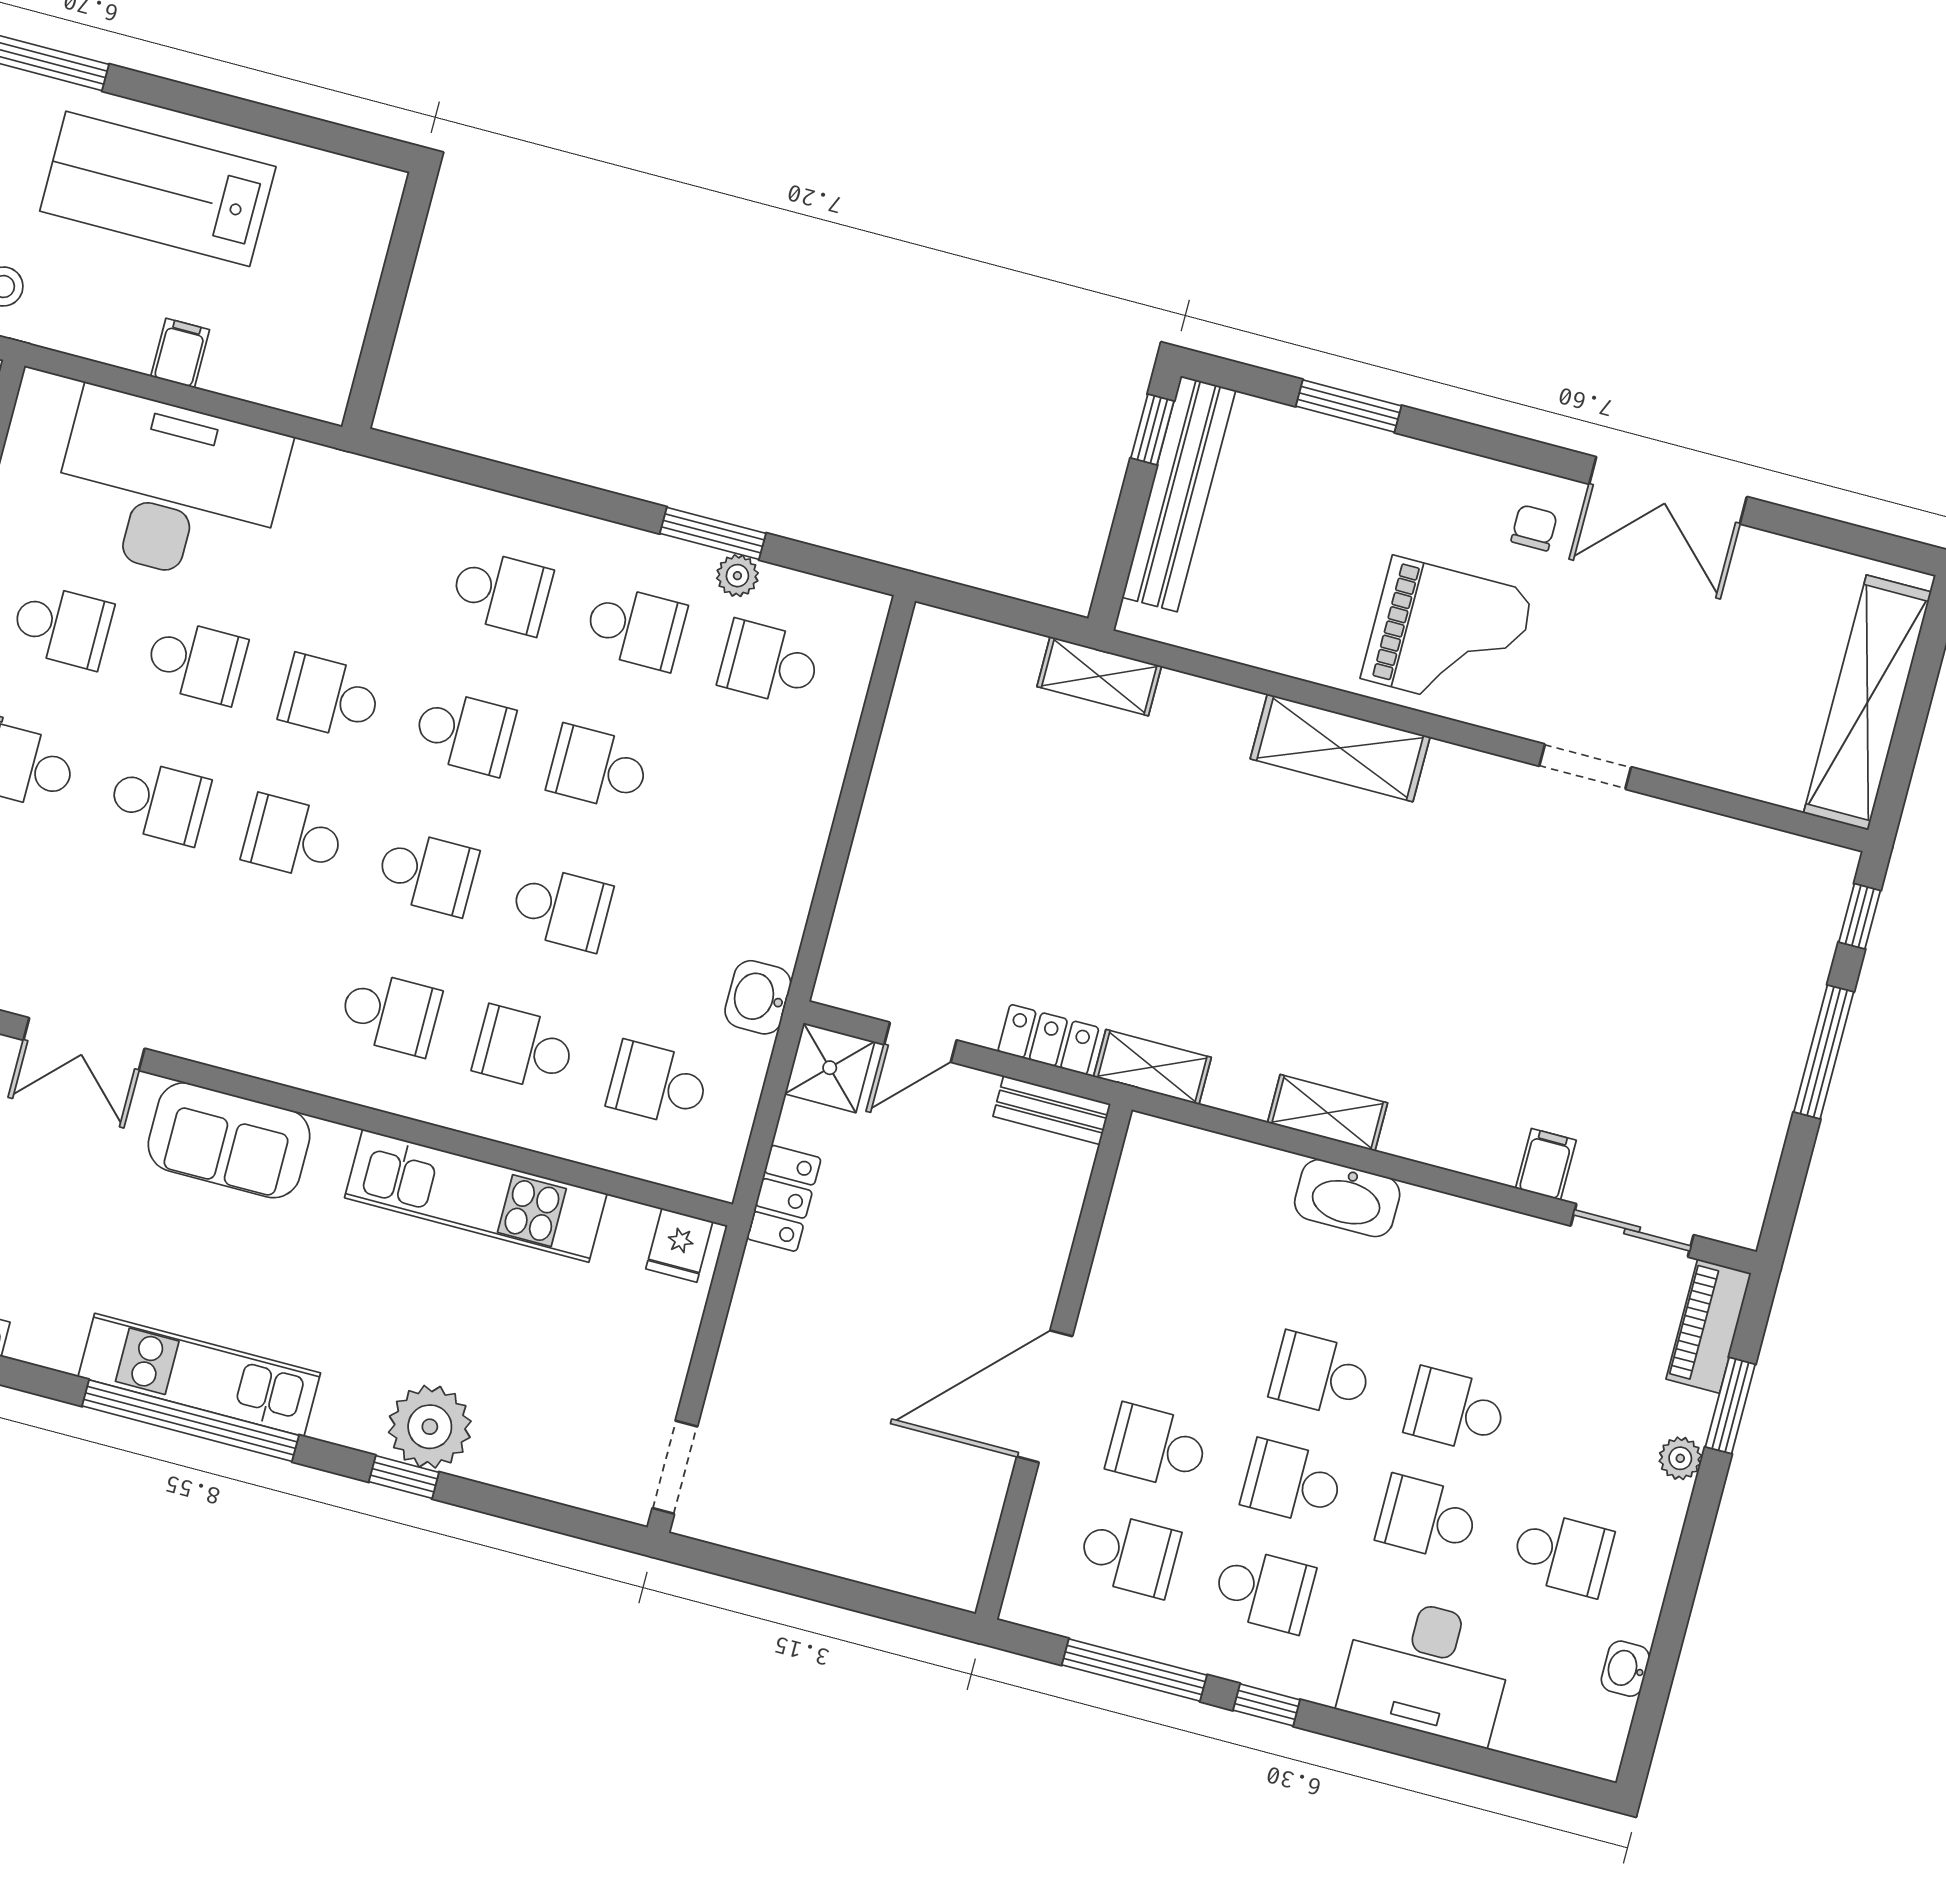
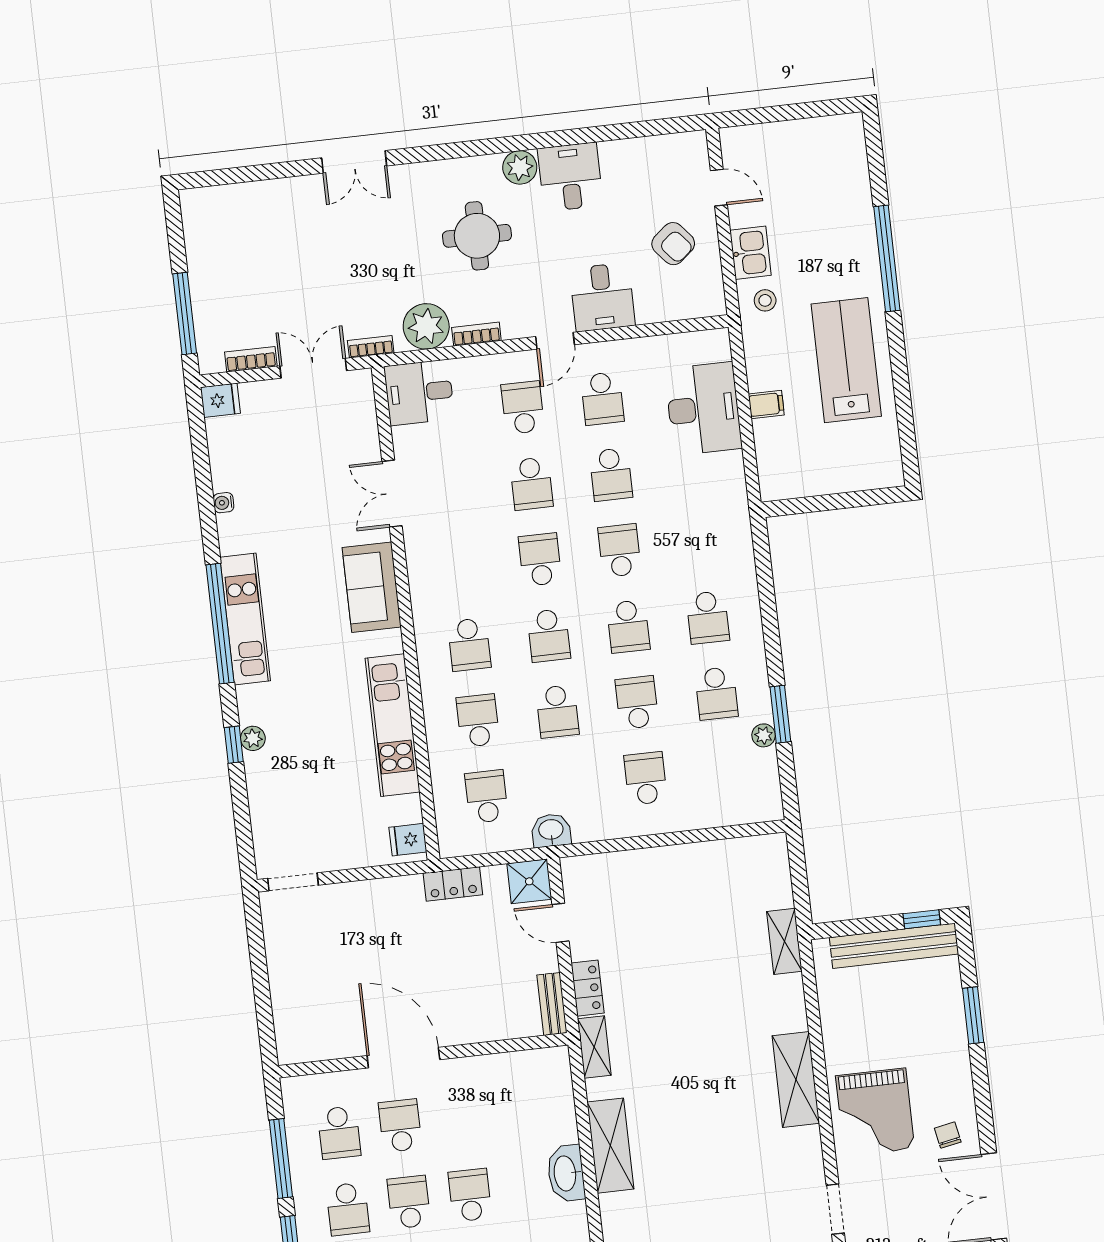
desk: (169, 488) -> (703, 409), width x0.73, depth x0.77
chair: (1534, 528) -> (948, 1135), turned -101
school desk: (769, 663) -> (646, 778), moved
shelving: (1327, 1113) -> (610, 1146), width x1.50, depth x1.33
plant: (430, 1427) -> (253, 738), width x0.53, depth x0.53

